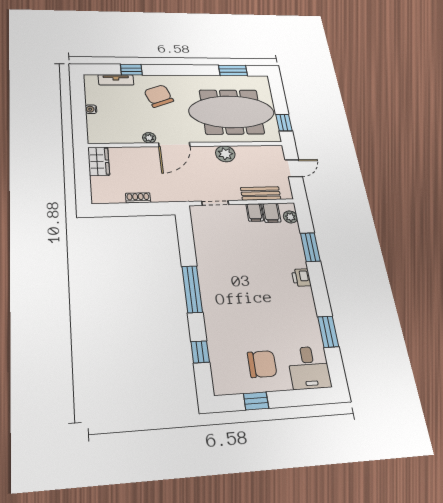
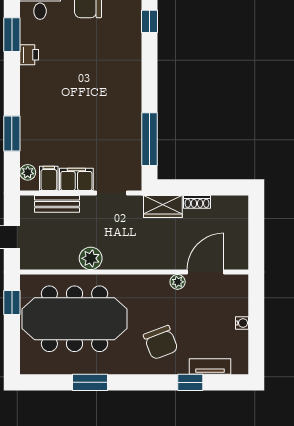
window: (233, 70) -> (90, 382), moved
door: (174, 145) -> (205, 272), moved
wardrobe: (99, 161) -> (163, 206), moved, turned -90
filing cabinet: (255, 212) -> (76, 179), width x2.00
printer: (301, 278) -> (29, 55), moved
window: (192, 289) -> (150, 139), moved

